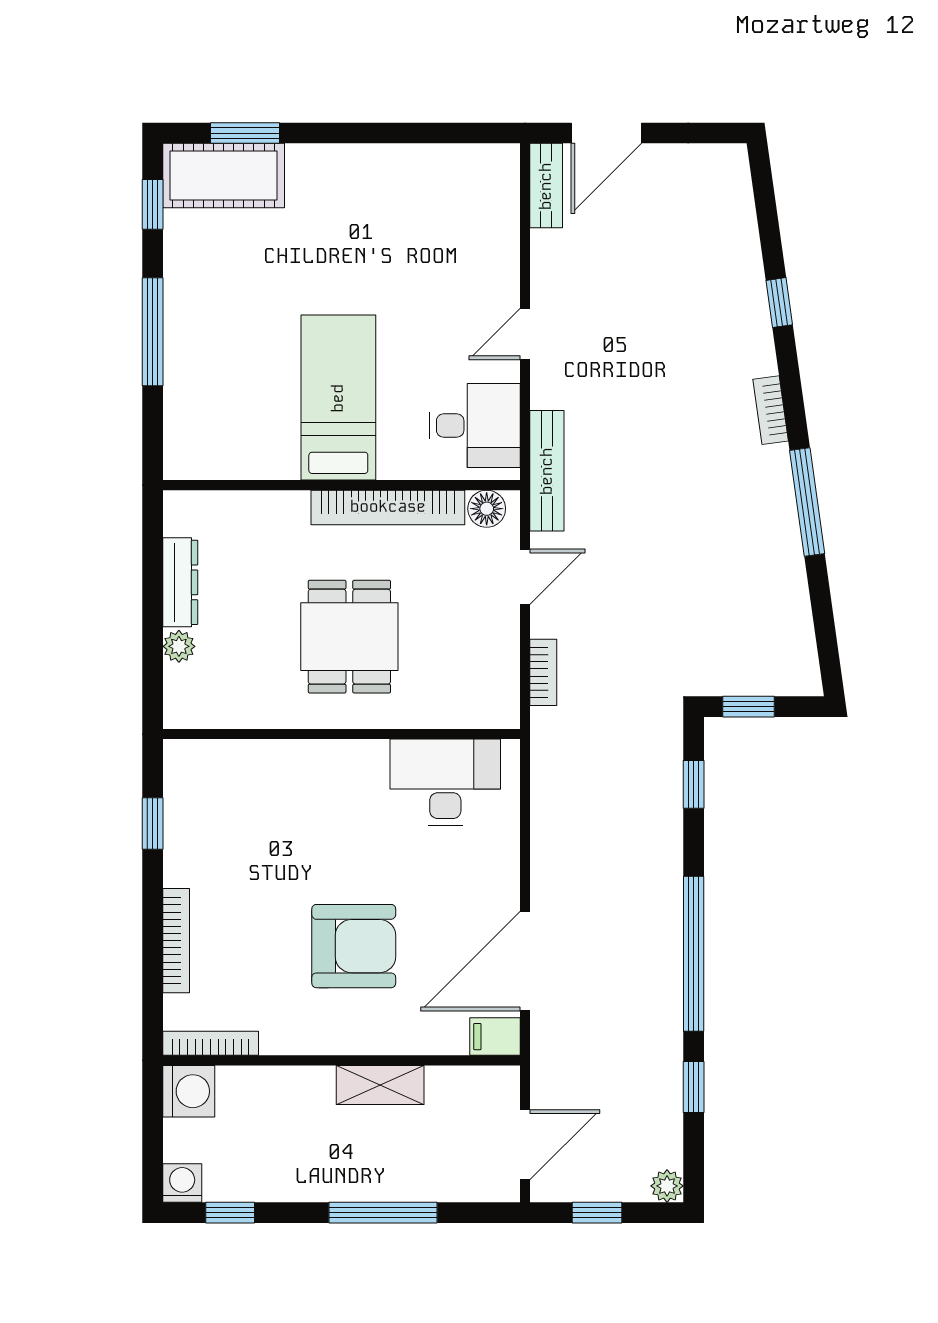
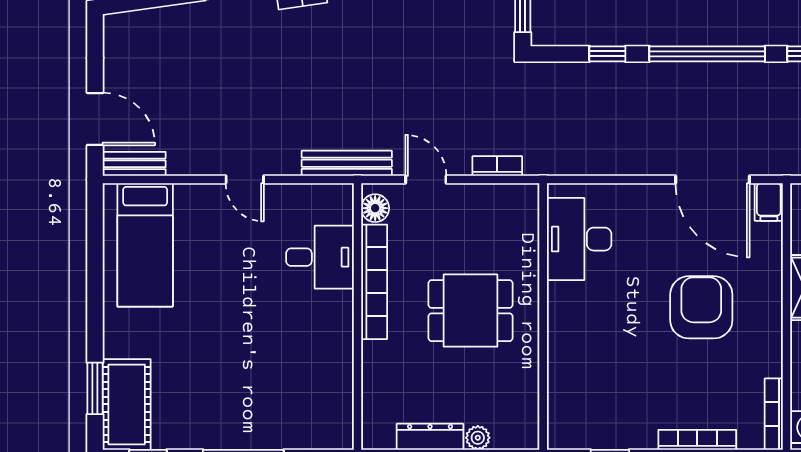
bed: (338, 398) -> (145, 245), moved, turned -90
desk: (475, 426) -> (320, 257), moved, turned 90
window: (694, 784) -> (607, 54), moved

